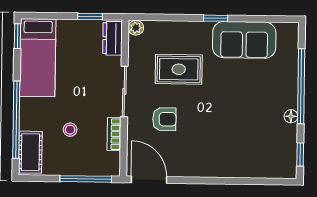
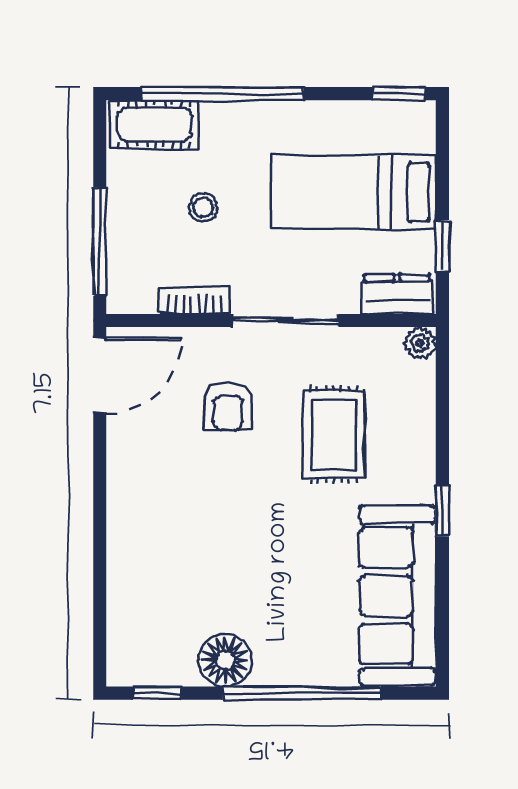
sofa: (244, 40) -> (398, 596), width x1.36
bed: (38, 58) -> (354, 192), moved
floor lamp: (291, 116) -> (225, 660), width x1.89, depth x1.89

